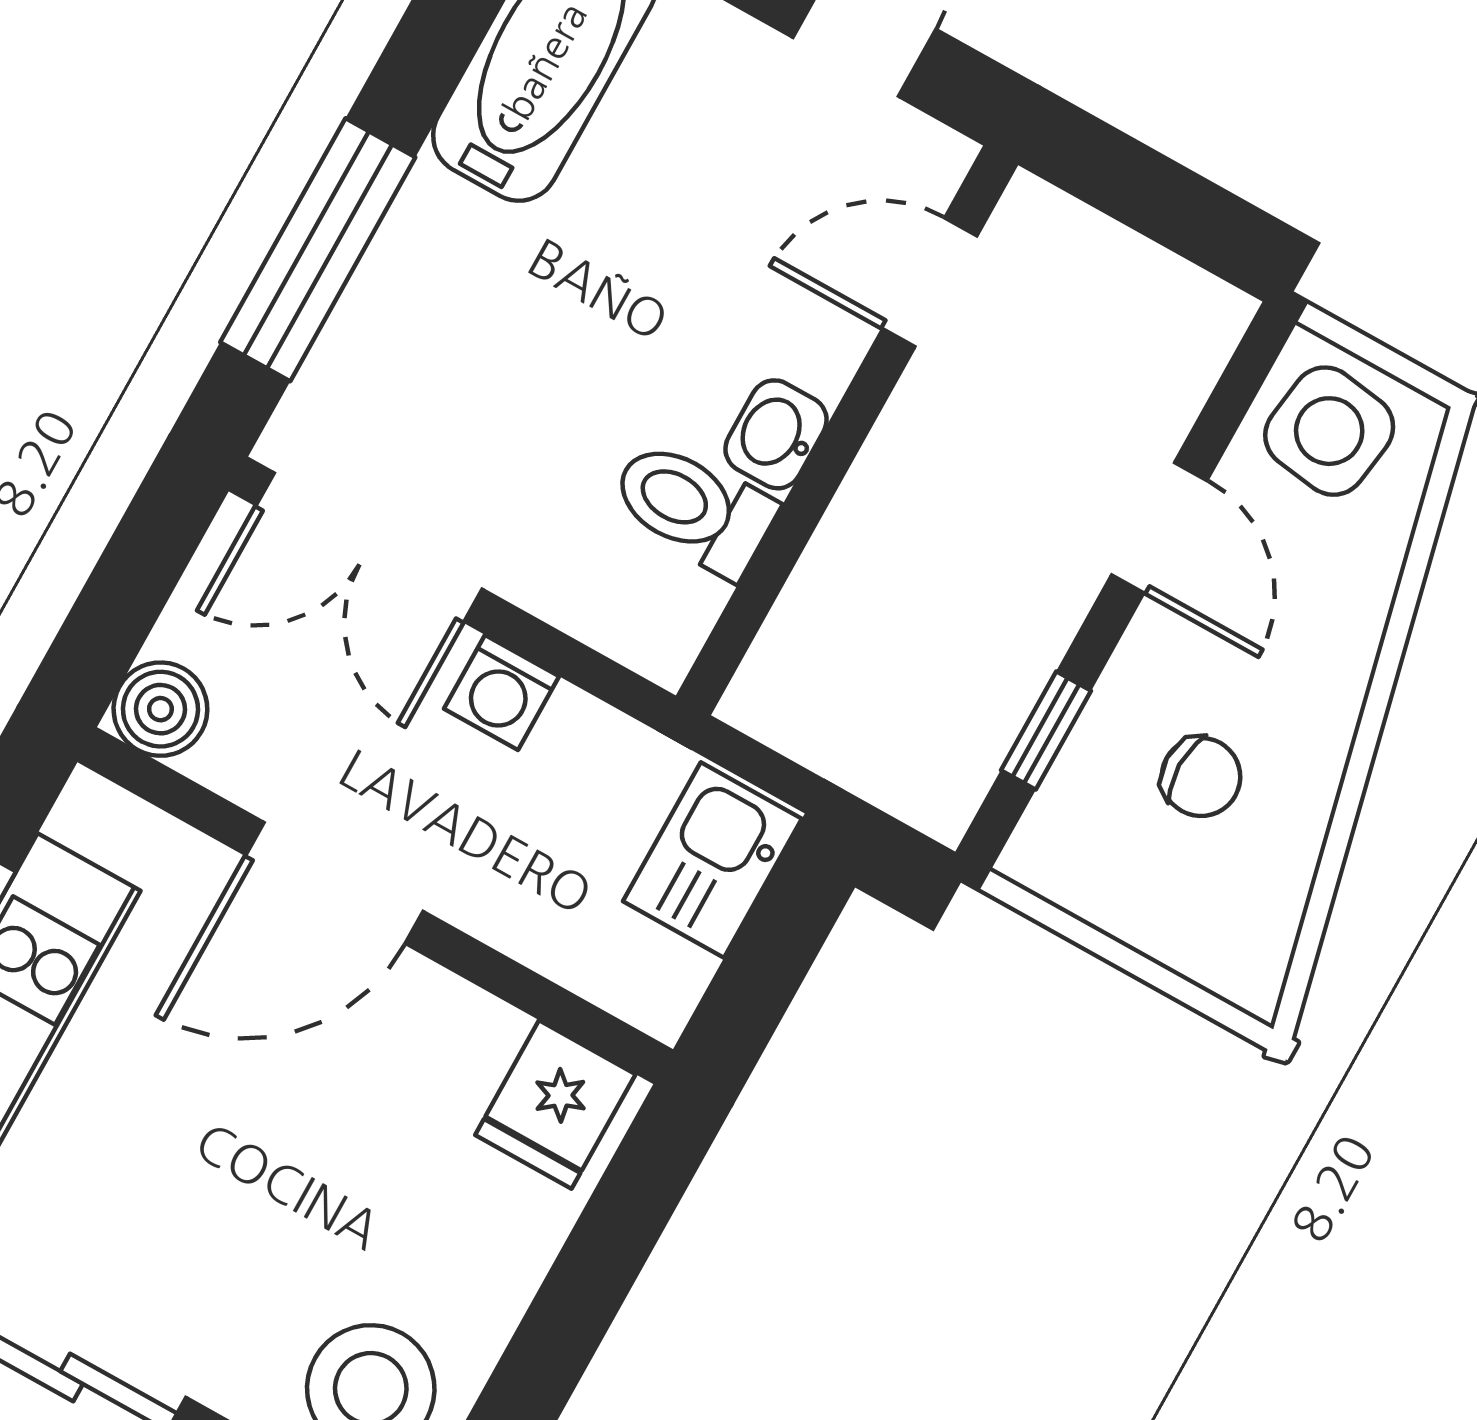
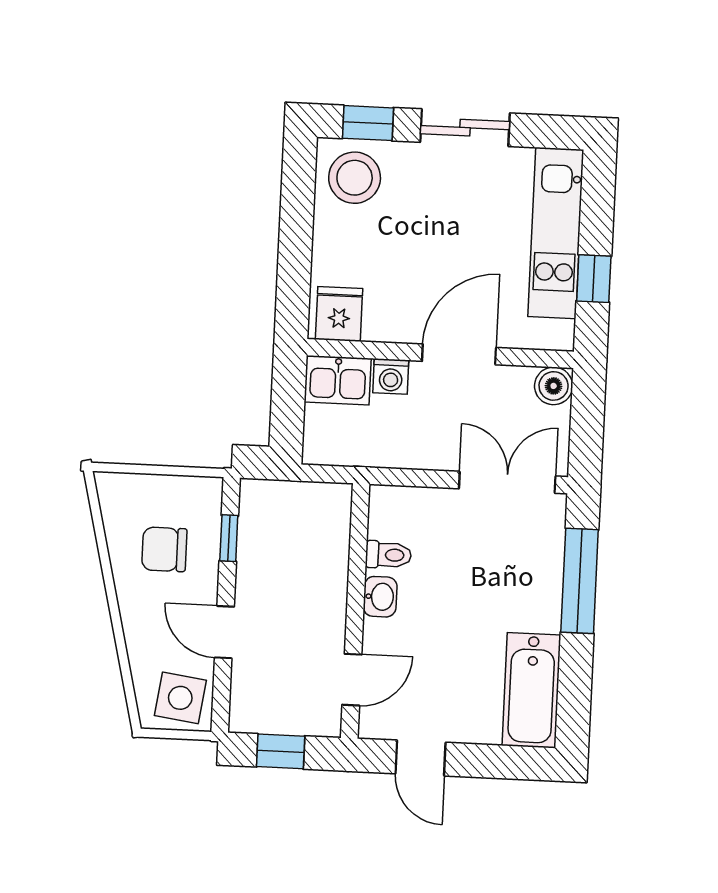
window: (1166, 202) -> (281, 751), added
toilet: (693, 507) -> (388, 555), width x0.73, depth x0.72
washing machine: (502, 693) -> (391, 376), moved, turned 180
chair: (1201, 777) -> (164, 549), width x1.37, depth x1.37
kitchen sink: (712, 860) -> (338, 380), moved, turned 90

